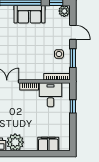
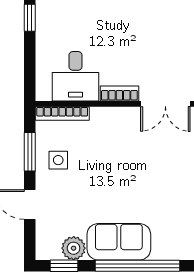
plant: (64, 11) -> (74, 248), moved
window: (73, 106) -> (30, 18), moved

